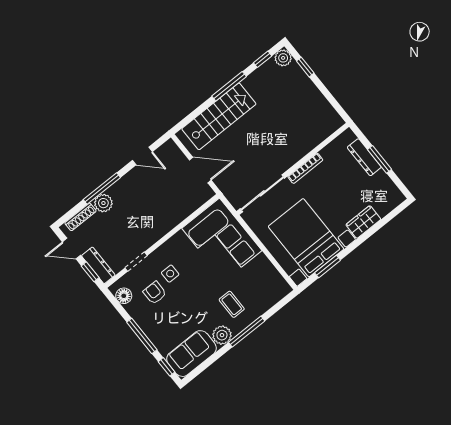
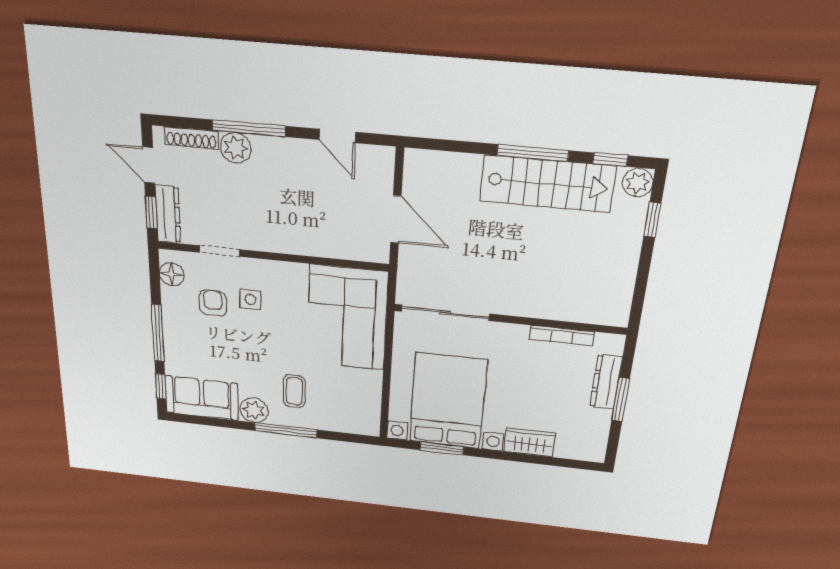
stairs: (219, 116) -> (547, 184), moved
bookcase: (305, 168) -> (562, 336), moved

